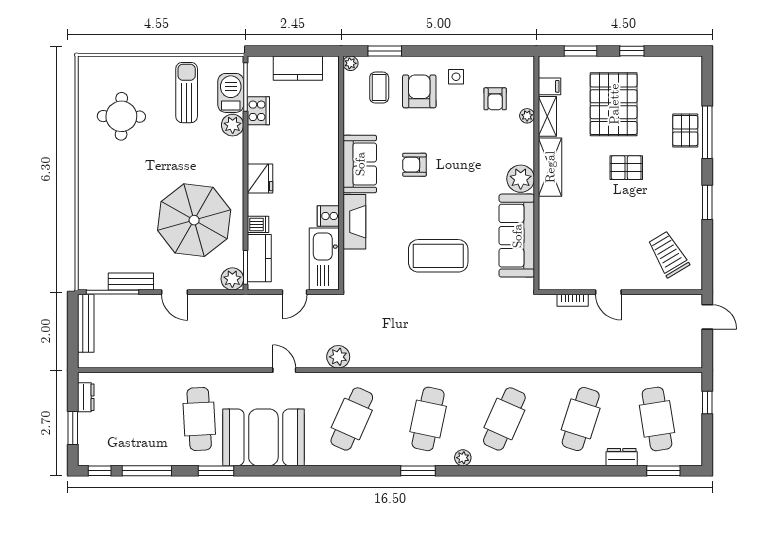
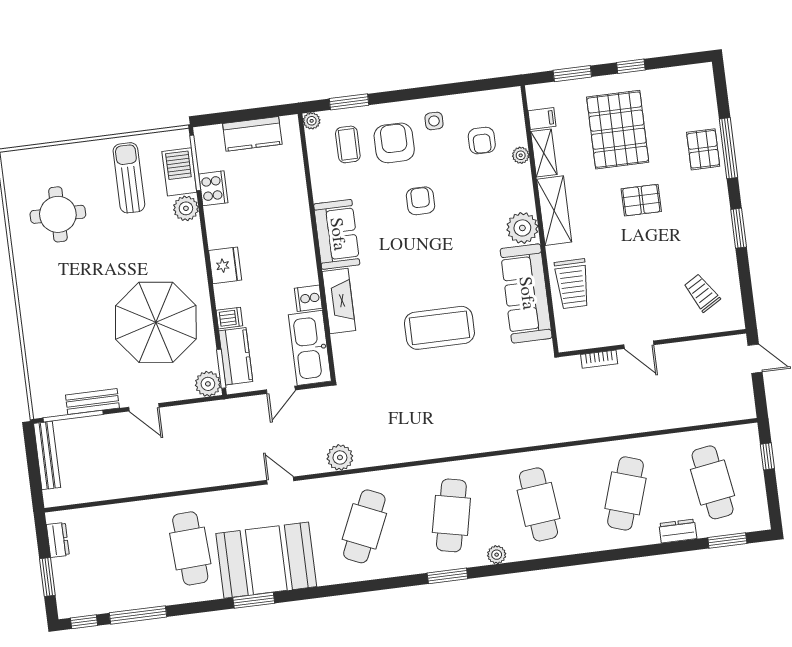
armchair: (414, 165) -> (420, 201), moved, turned 90
trolley: (558, 232) -> (572, 284), added
trolley: (668, 254) -> (702, 293), width x0.73, depth x0.72
cafe table: (504, 419) -> (538, 504), turned -30
window: (216, 471) -> (254, 600), moved

